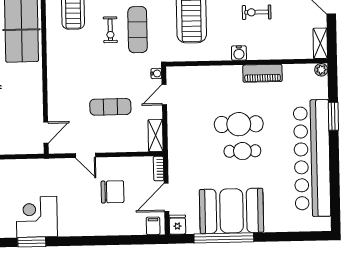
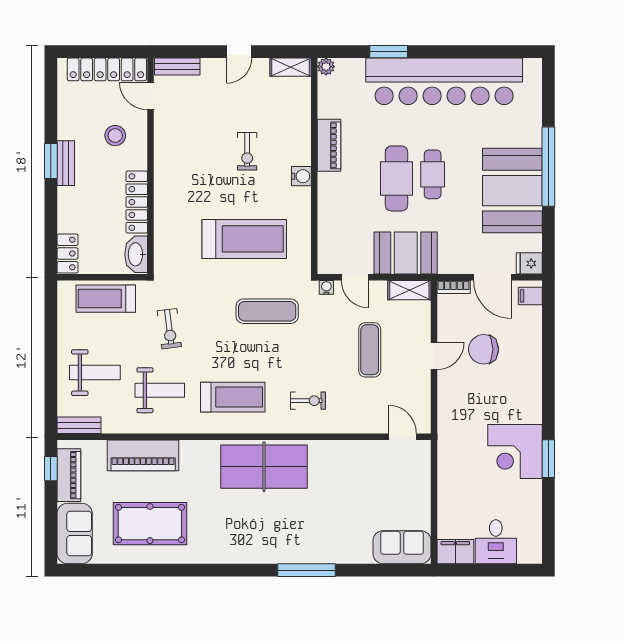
exercise bike: (110, 30) -> (308, 401), moved
booth: (183, 132) -> (406, 253), added
door: (85, 155) -> (434, 356), moved
chair: (113, 192) -> (484, 349), turned -90
window: (224, 238) -> (548, 167), moved

